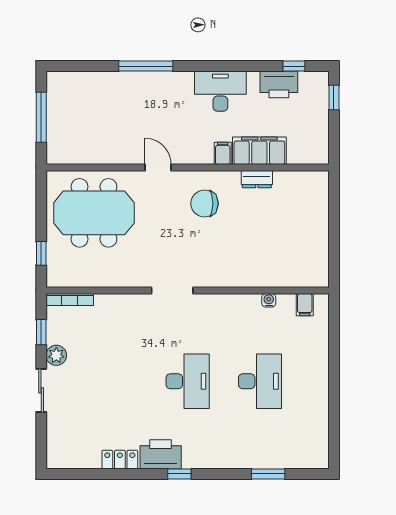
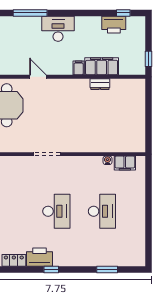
desk: (220, 91) -> (58, 29), moved
window: (334, 98) -> (148, 59), moved
chair: (204, 203) -> (67, 99), removed
filing cabinet: (305, 305) -> (125, 163), width x2.00

